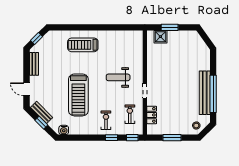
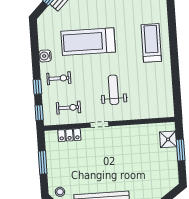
water cooler: (64, 130) -> (45, 56), moved

